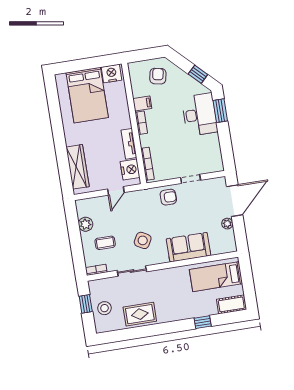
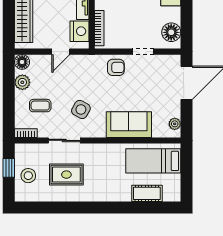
floor lamp: (213, 157) -> (171, 32), added
floor lamp: (82, 206) -> (22, 62), added
plant: (227, 224) -> (175, 124), moved
cot: (231, 304) -> (147, 193), moved
rug: (140, 314) -> (66, 175), moved
window: (203, 322) -> (131, 207), removed

